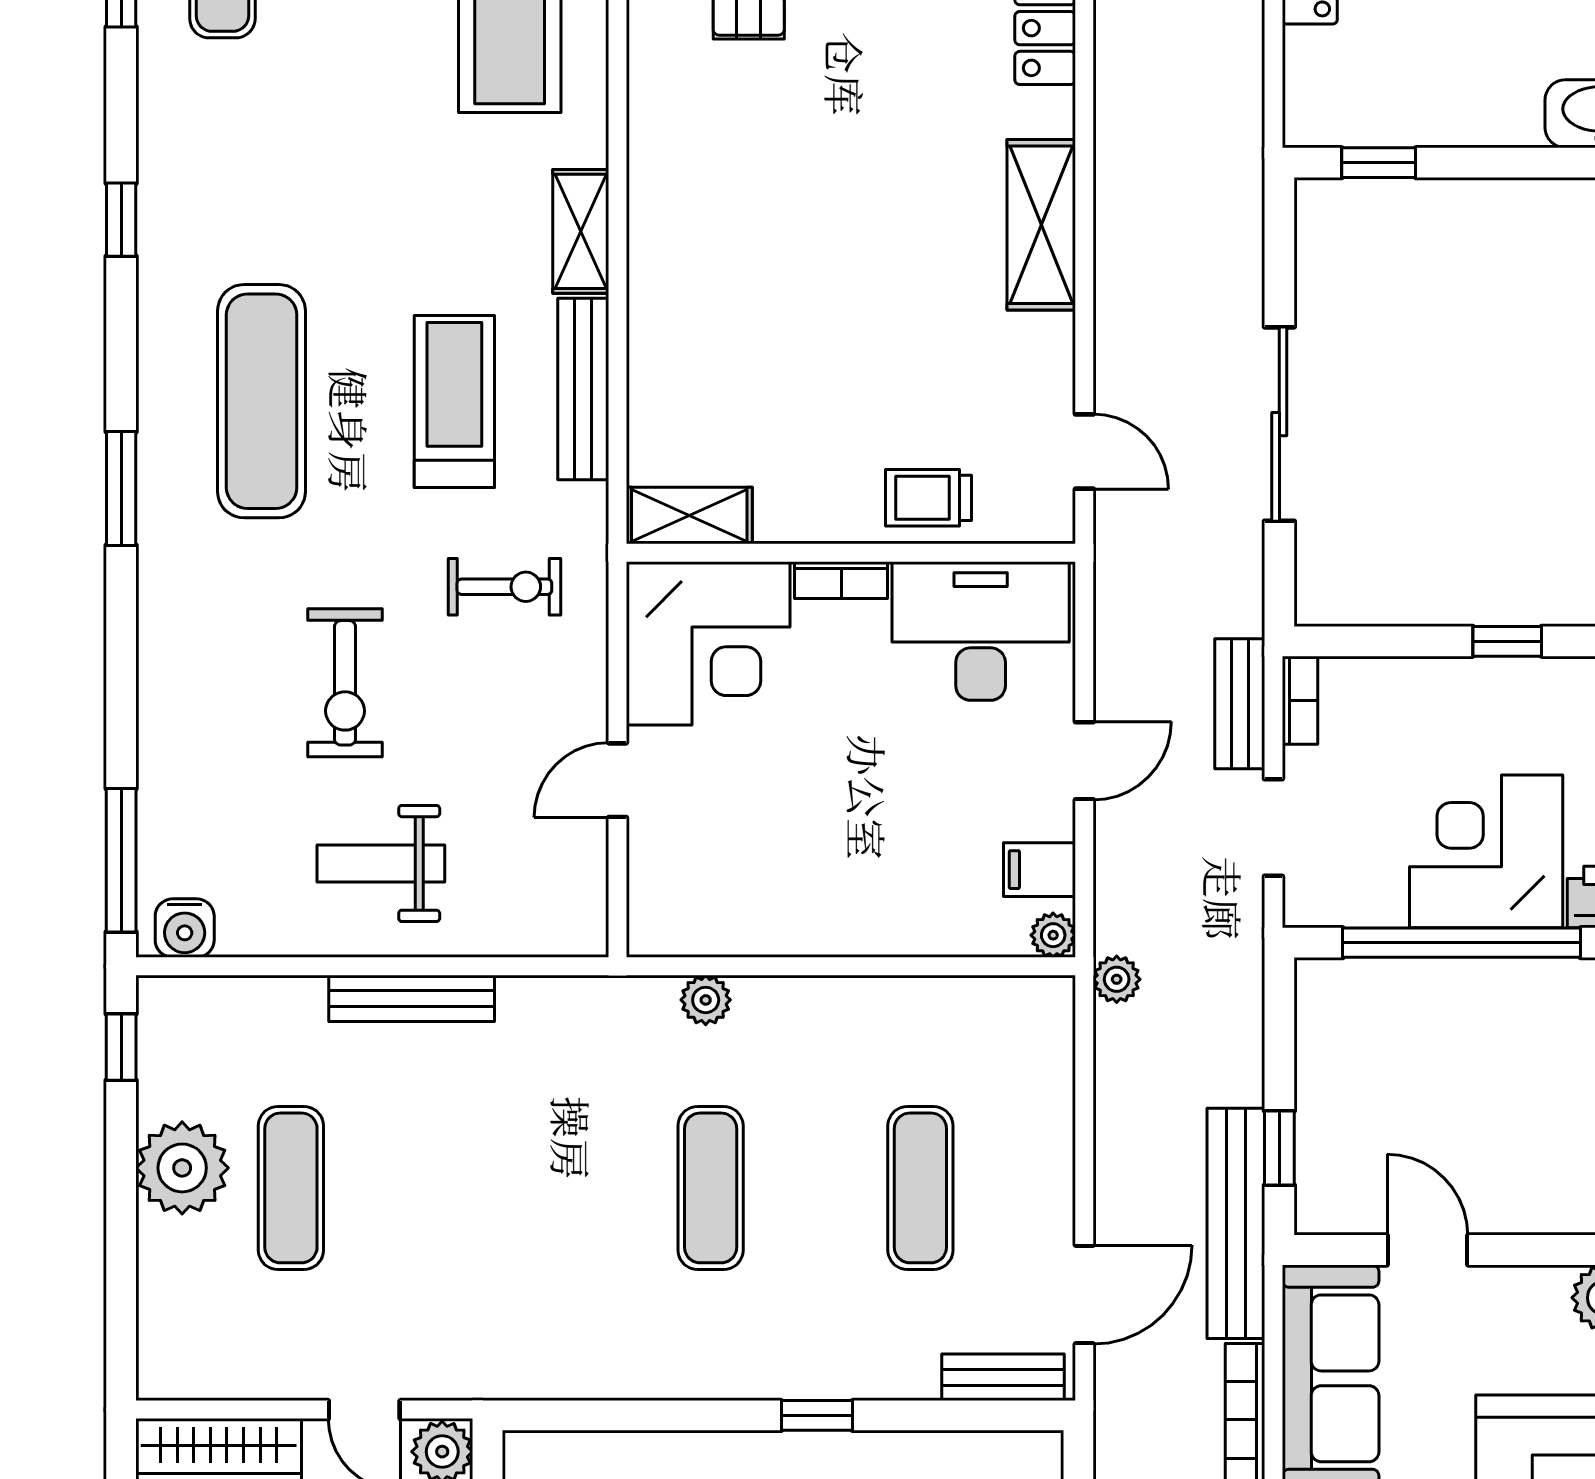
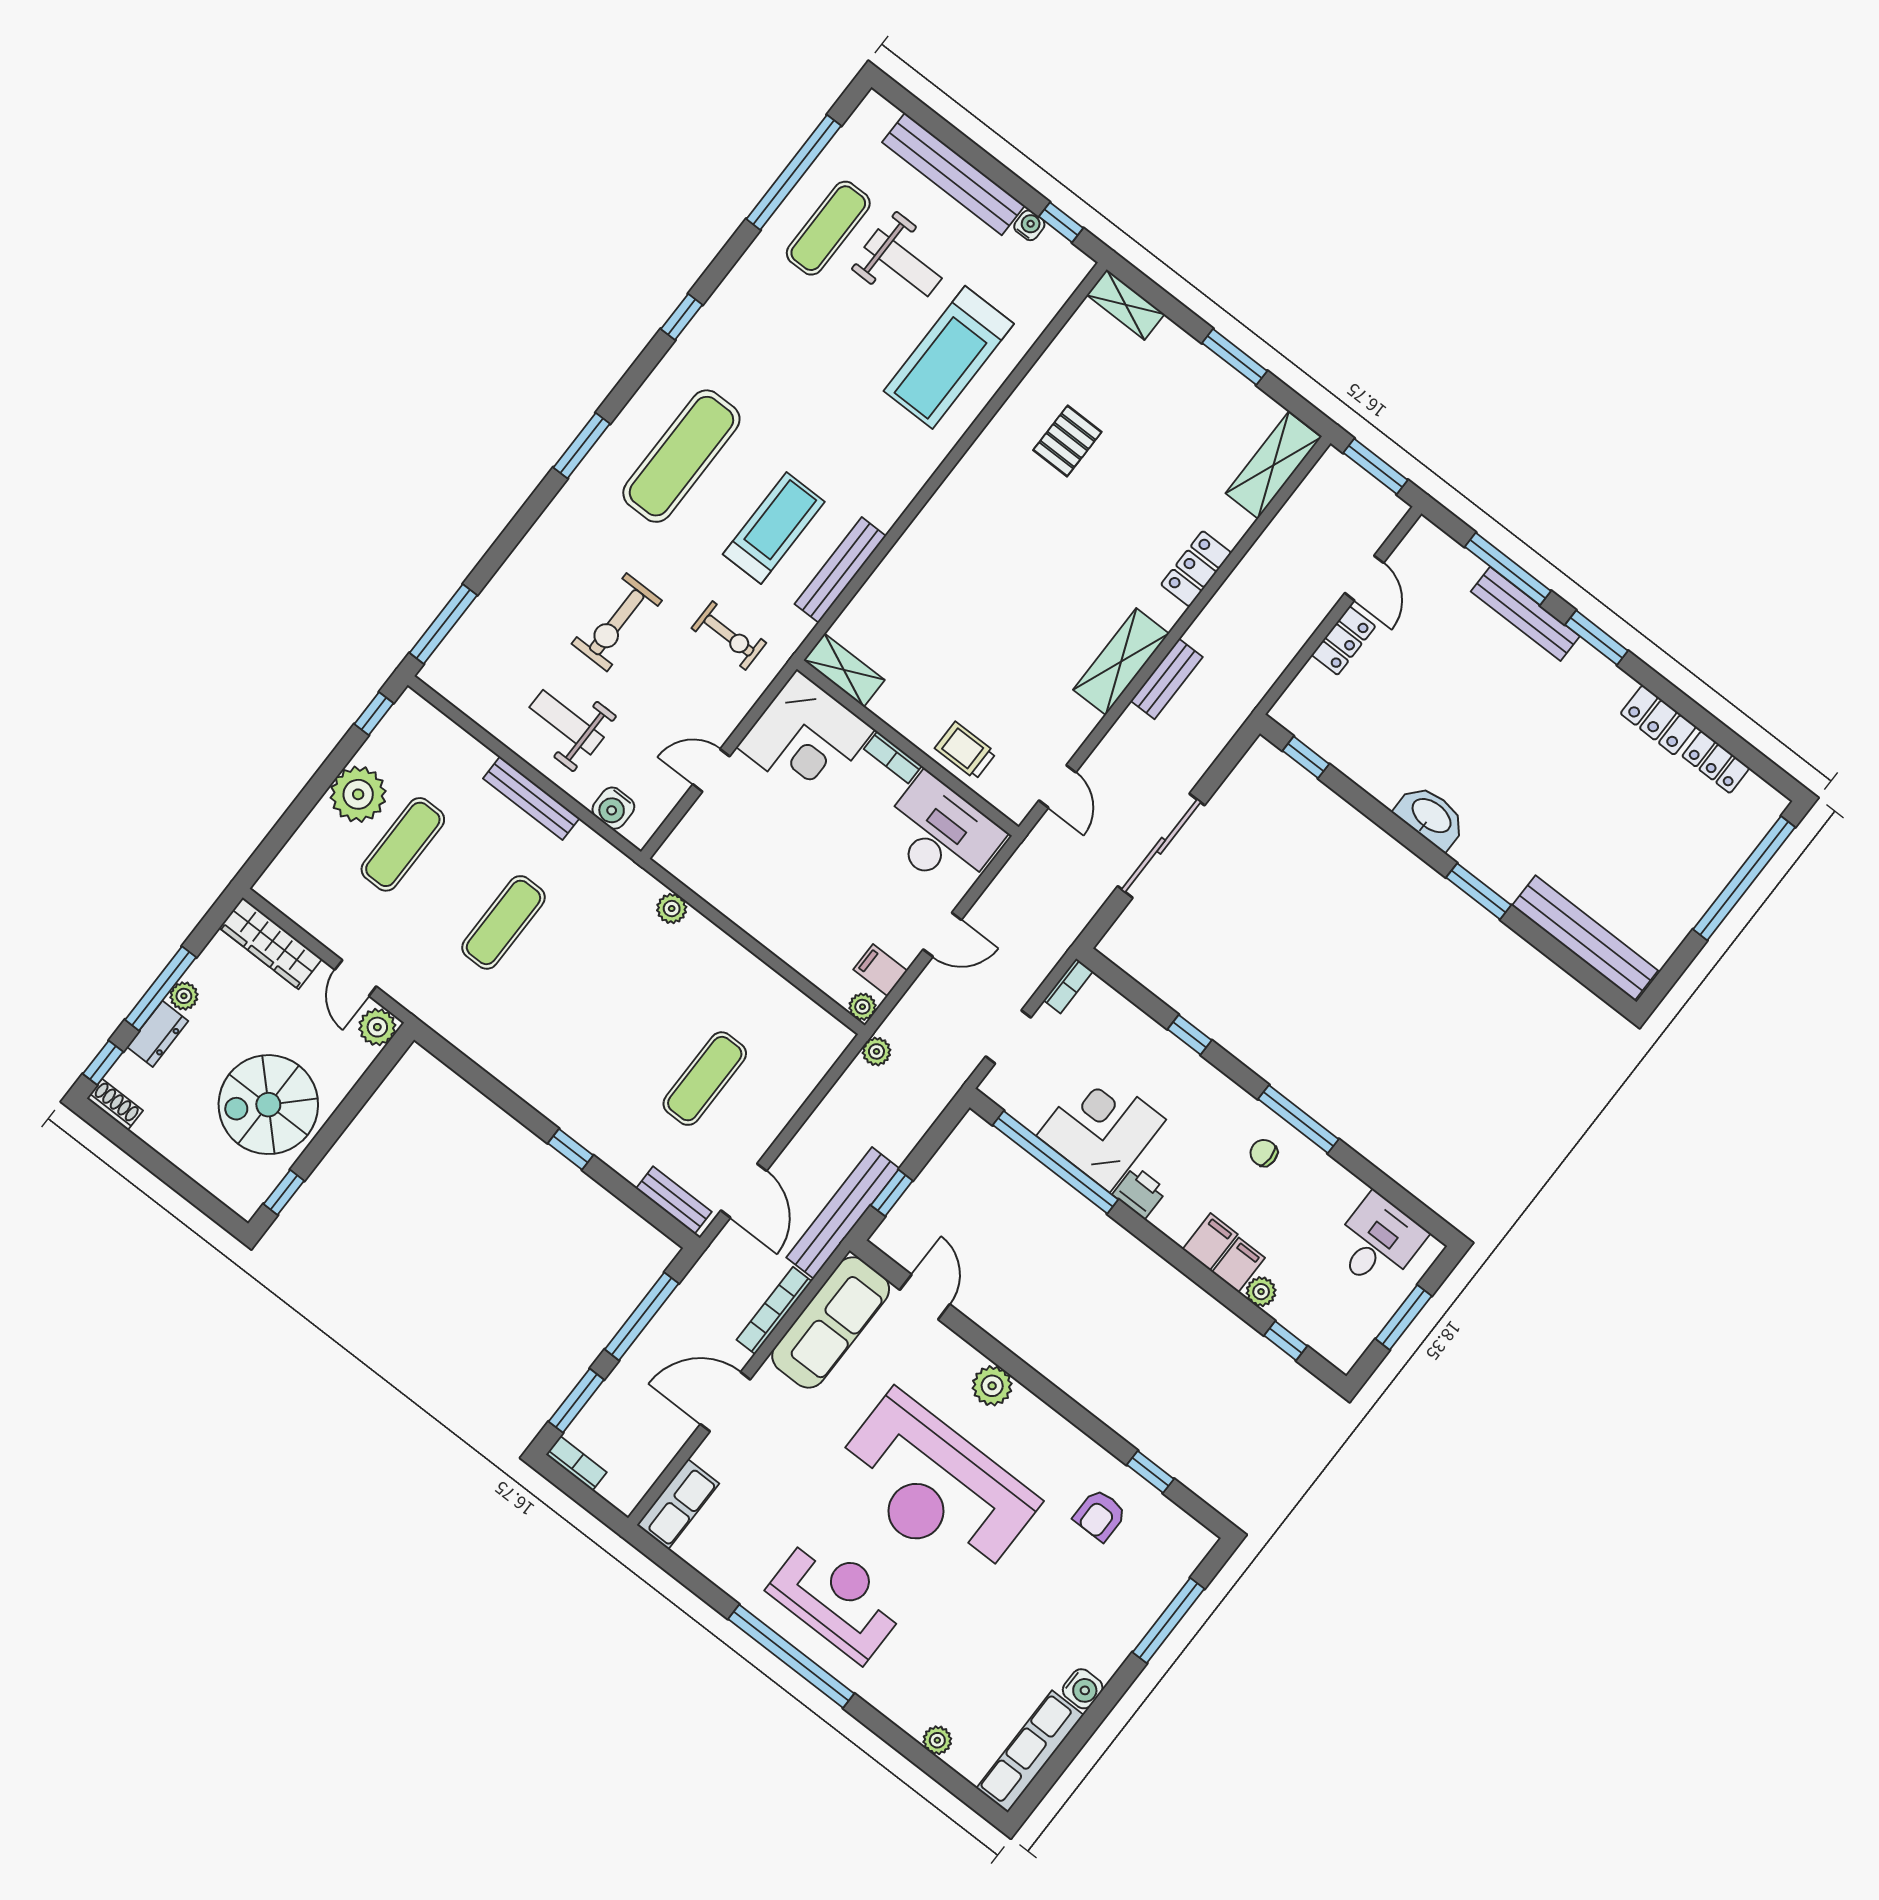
shelving: (581, 231) -> (898, 493), removed
bench: (1240, 704) -> (1167, 679), moved
water cooler: (185, 928) -> (613, 808), moved
exercise mat: (711, 1188) -> (503, 922), moved
door: (1084, 1295) -> (744, 1191), hinge flipped

